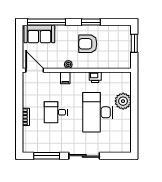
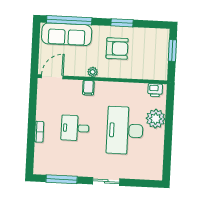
sofa: (39, 34) -> (67, 34), width x1.36
armchair: (88, 44) -> (117, 48), turned 180
door: (35, 70) -> (52, 77), hinge flipped
printer: (95, 77) -> (155, 90), moved
sliding door: (84, 156) -> (106, 181), width x0.73

